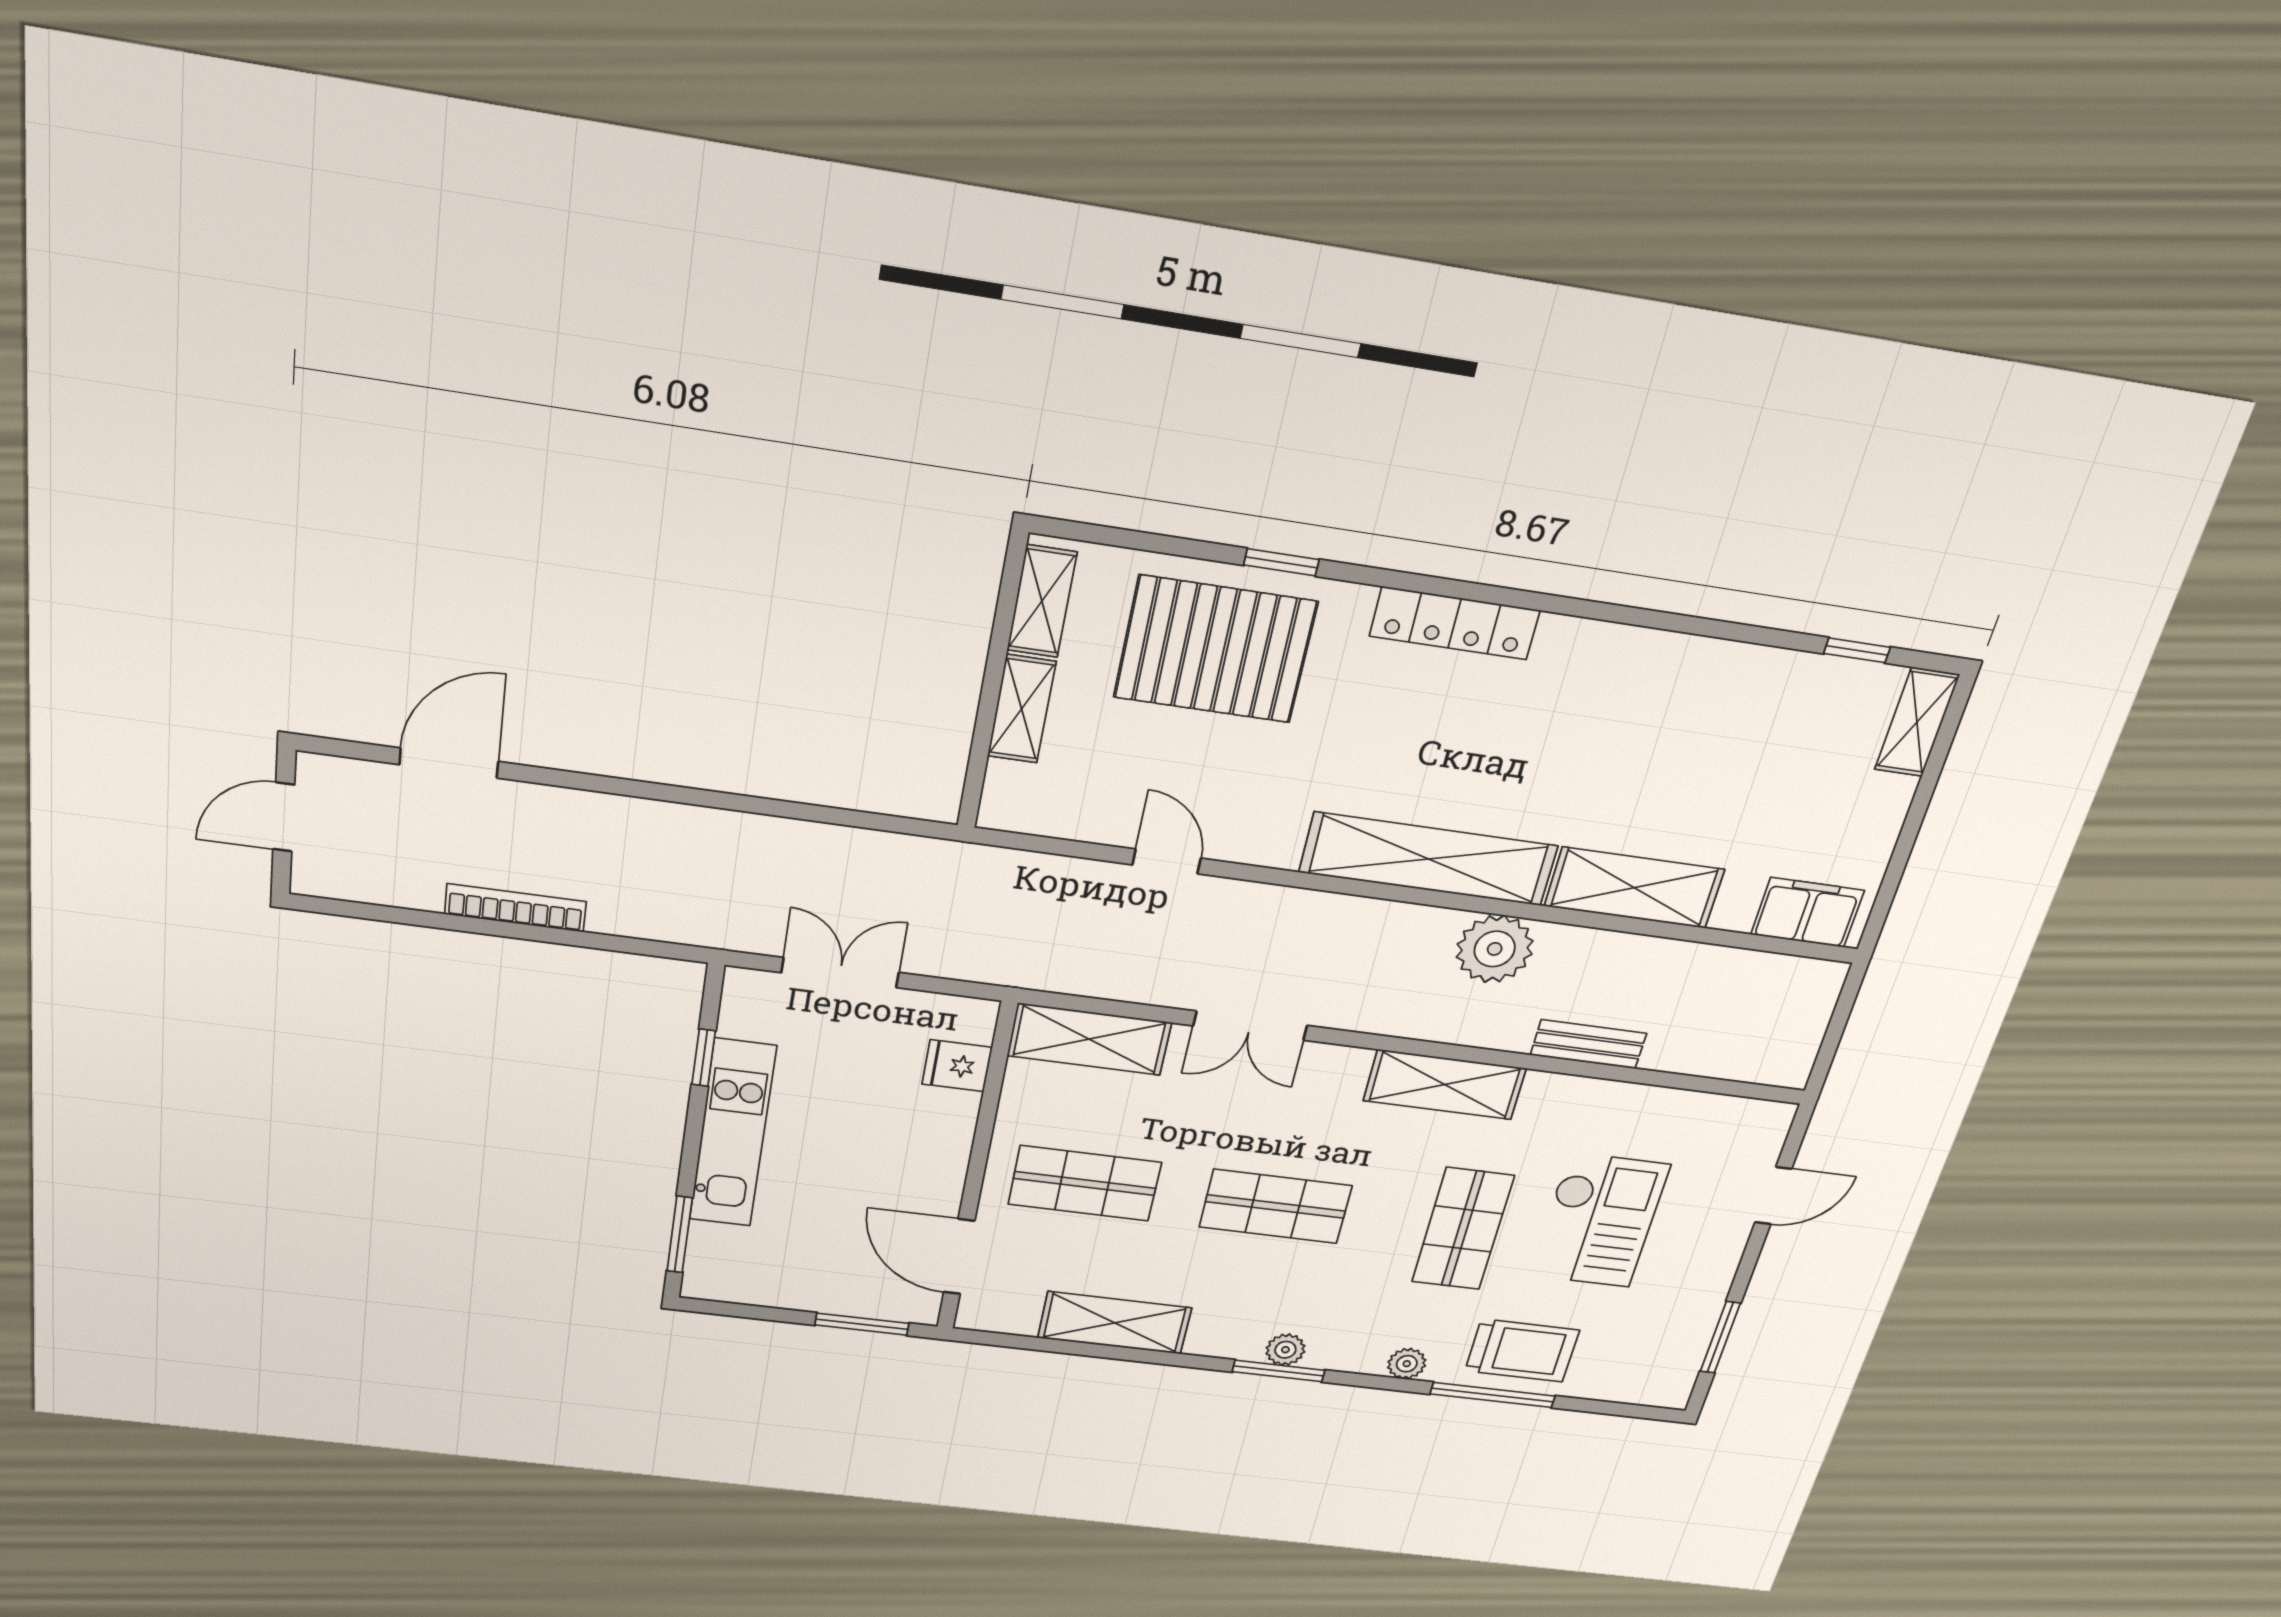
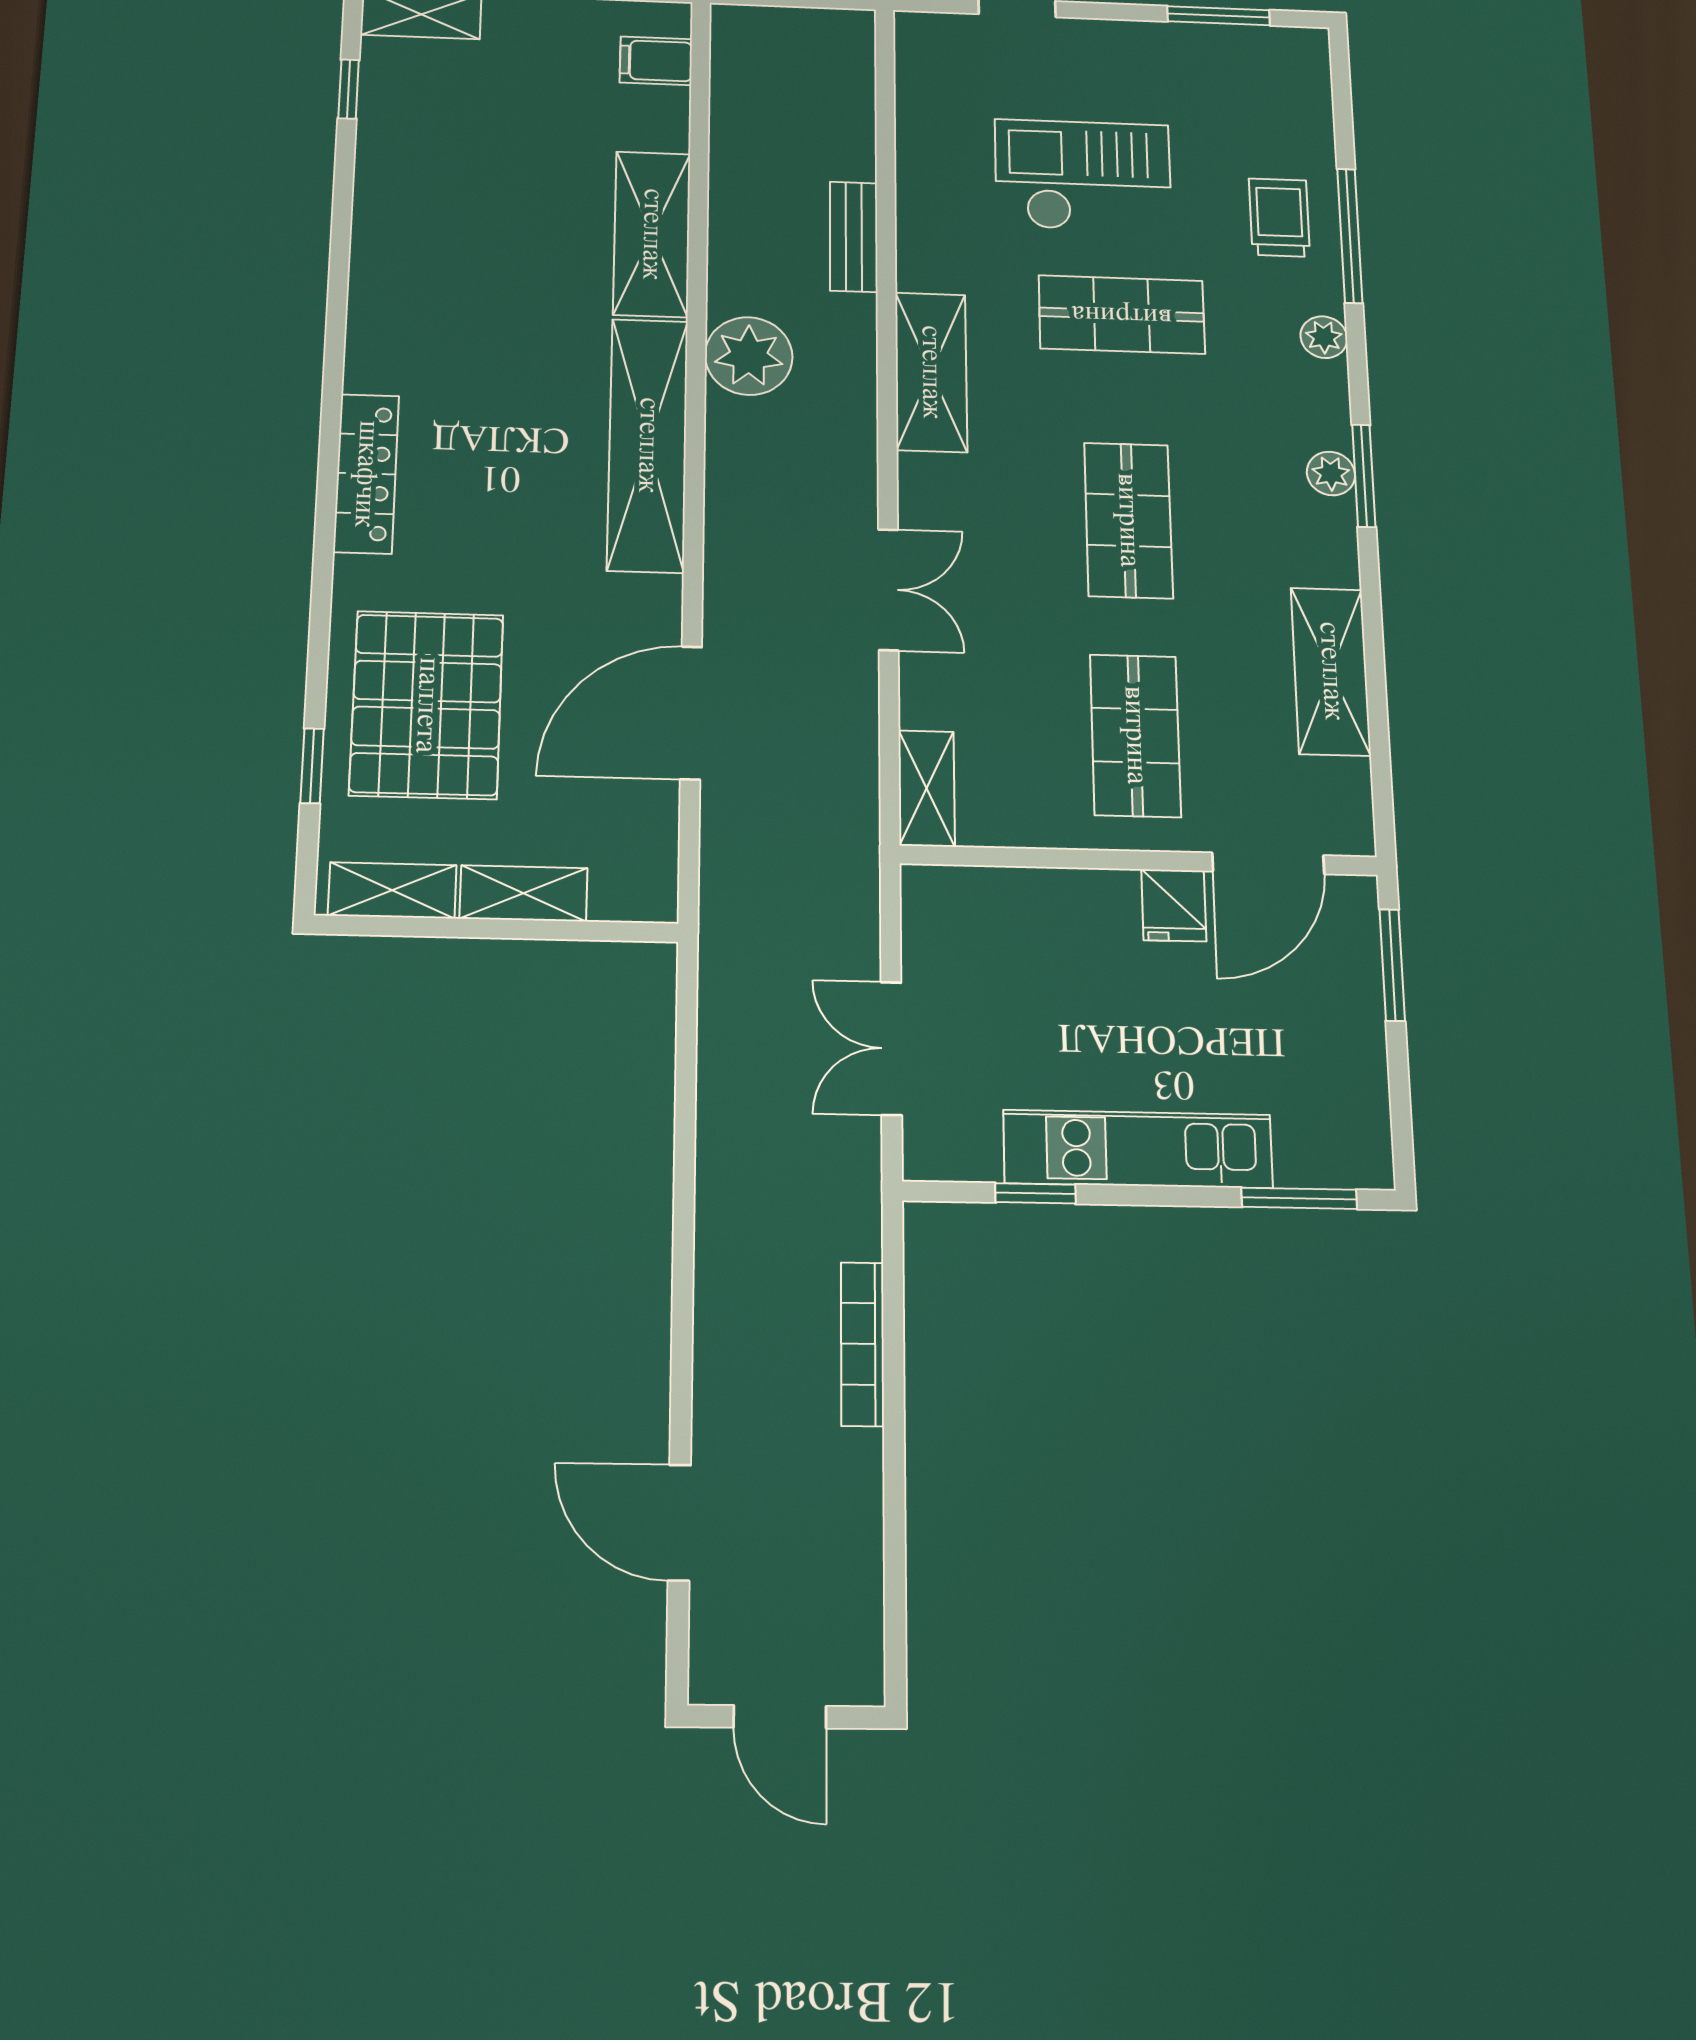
window: (1281, 562) -> (312, 766), moved
door: (1167, 861) -> (691, 713), width x1.88
bookcase: (515, 908) -> (862, 1344), moved
filing cabinet: (1807, 912) -> (656, 61), width x0.50
shelving: (1089, 1039) -> (927, 788), width x0.67, depth x0.75
fridge: (957, 1066) -> (1174, 905), moved
trolley: (1522, 1351) -> (1279, 218), width x0.73, depth x0.72

